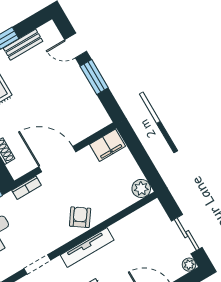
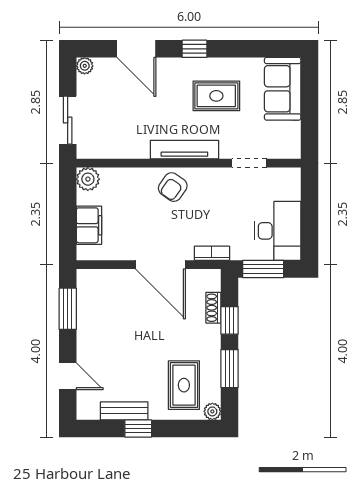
window: (94, 77) -> (68, 309), moved
filing cabinet: (108, 145) -> (89, 225), moved, turned 90
sliding door: (187, 234) -> (68, 120), moved

